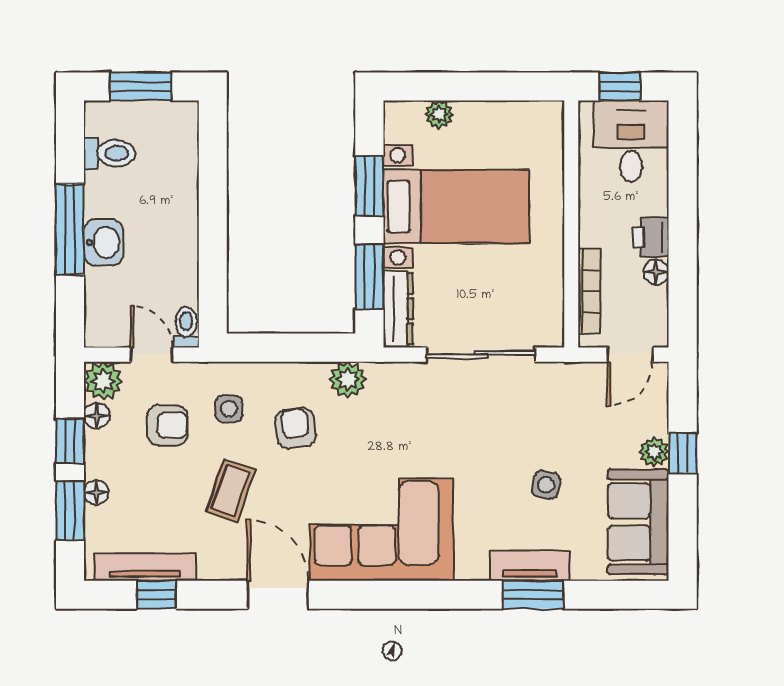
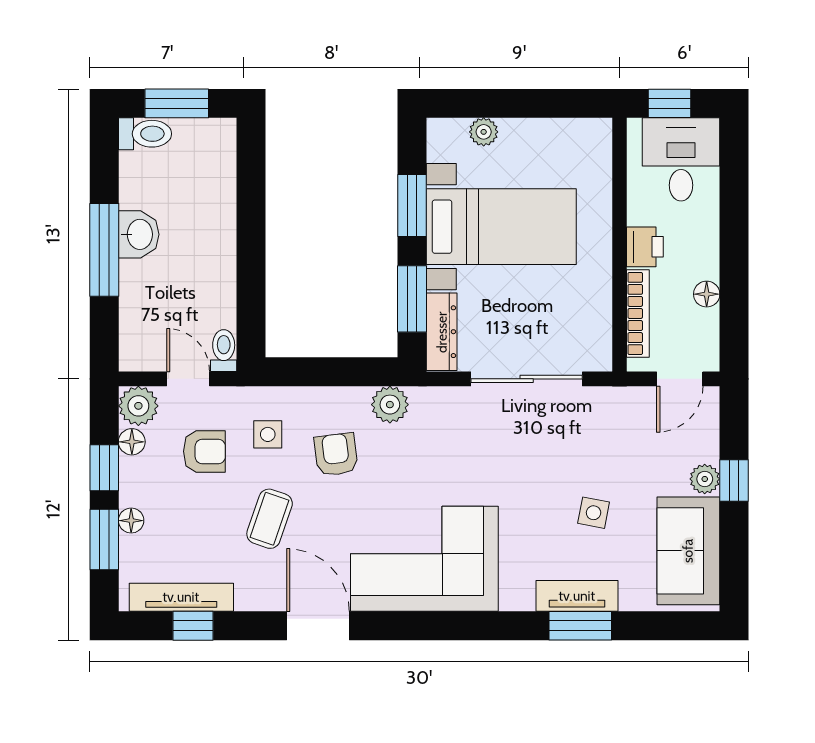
toilet: (110, 153) -> (145, 134), moved
printer: (651, 237) -> (645, 247), moved, turned 180
washbasin: (103, 242) -> (139, 234), moved

